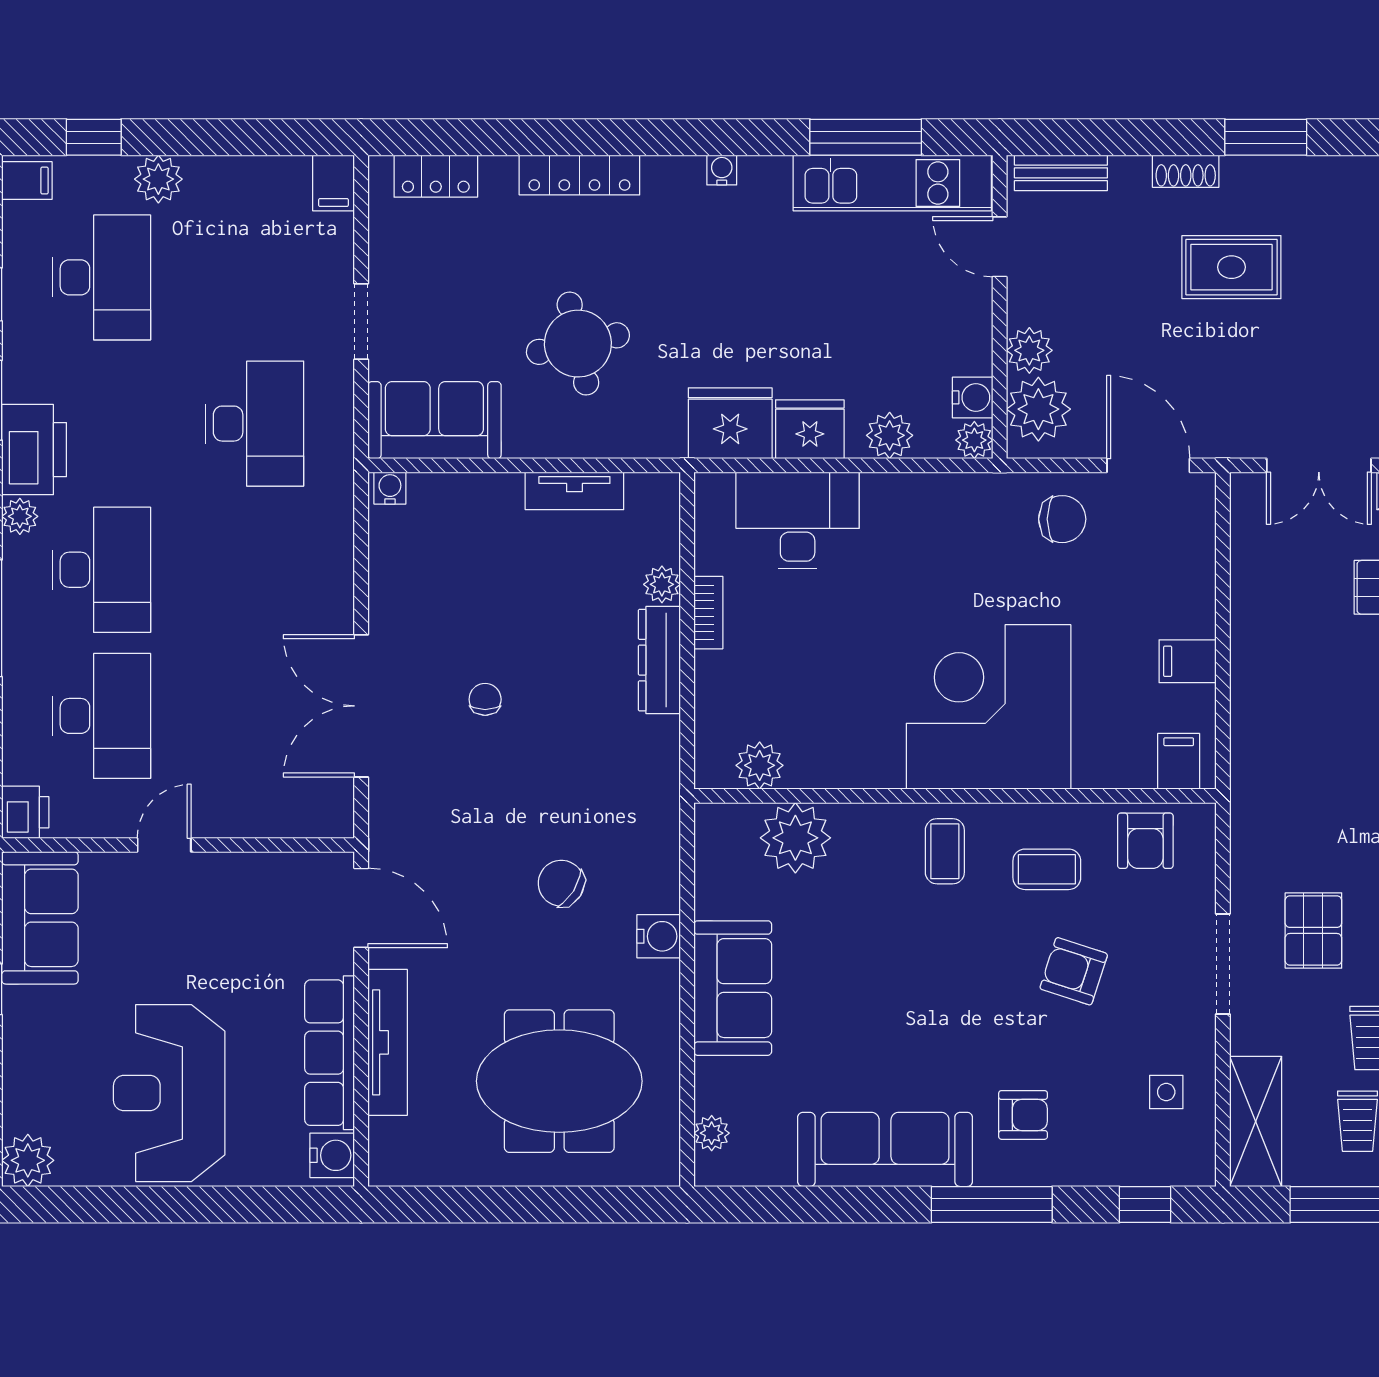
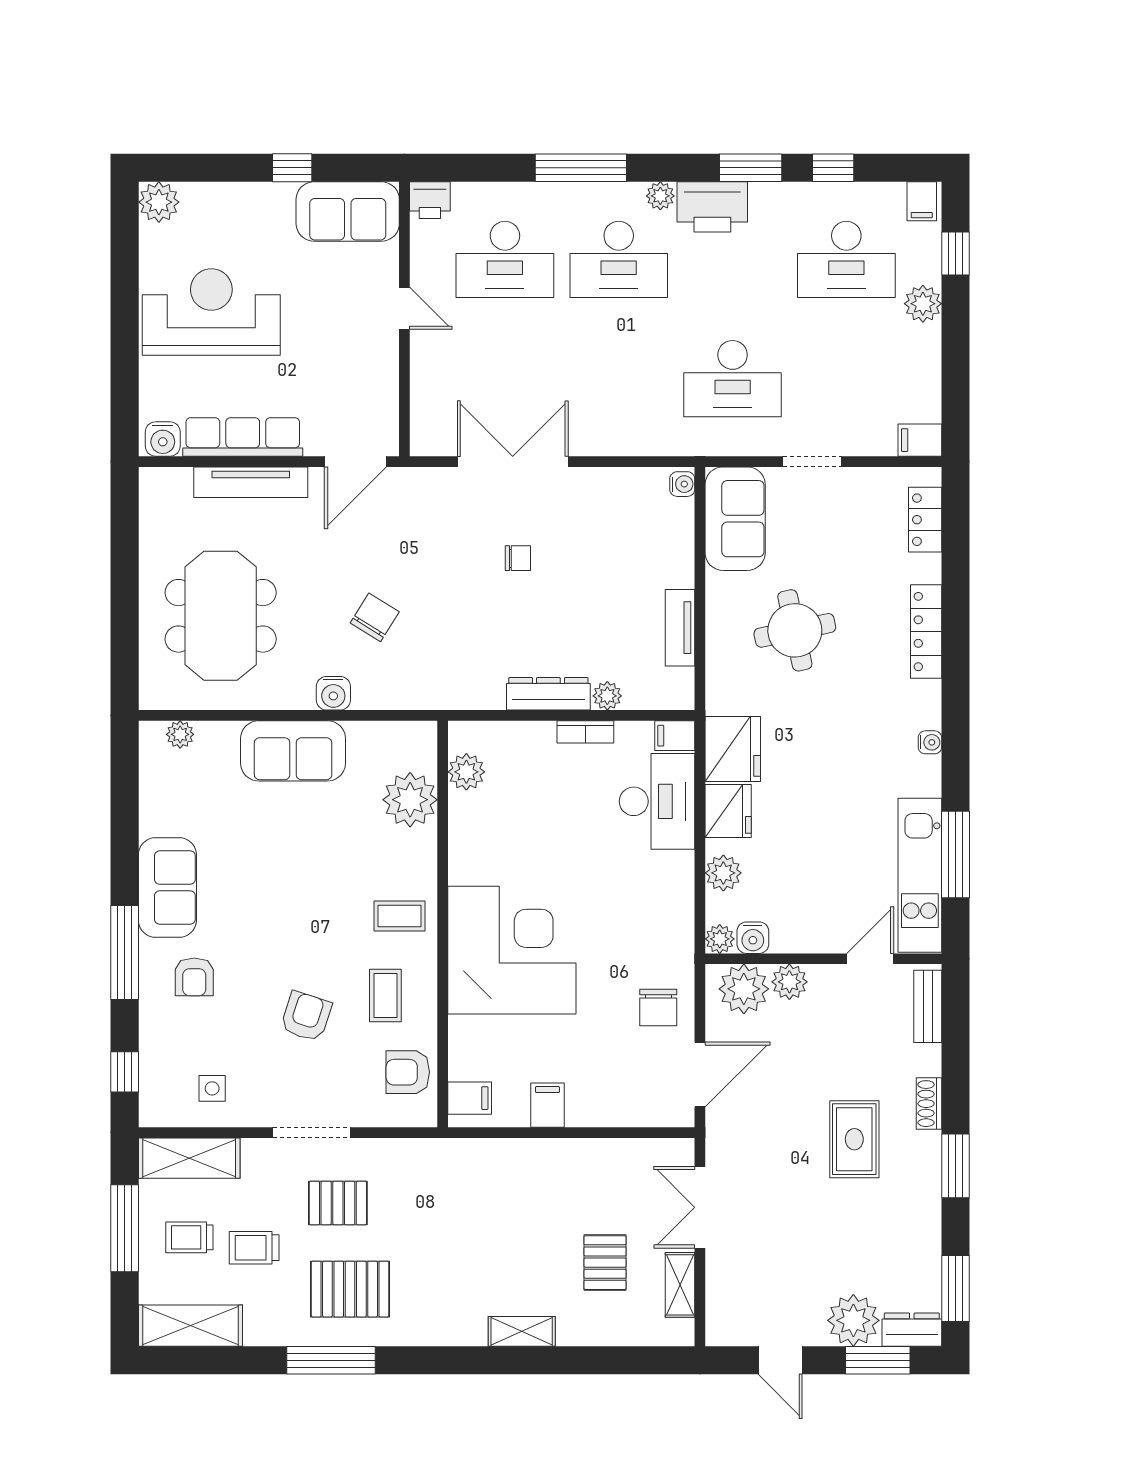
filing cabinet: (713, 498) -> (675, 736), added
sofa: (885, 1149) -> (167, 888), width x0.73

